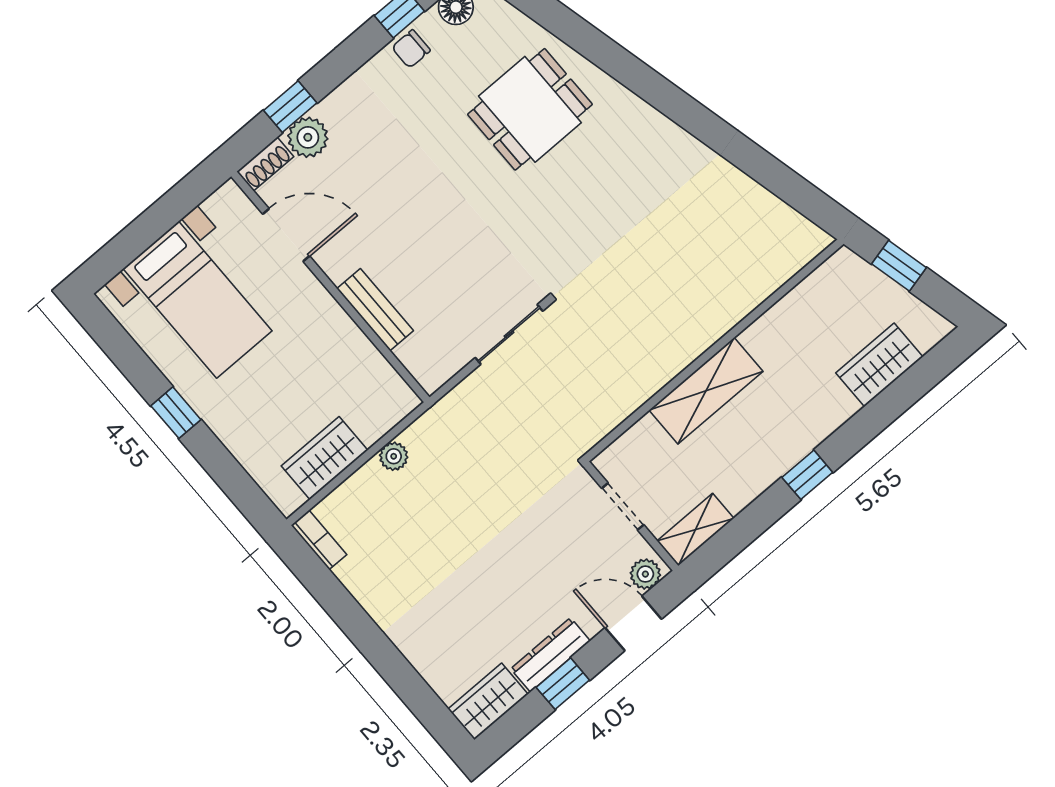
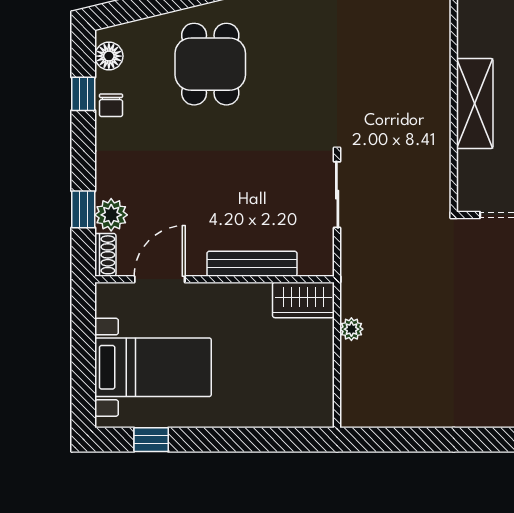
bench: (375, 310) -> (252, 264), width x1.36
window: (176, 413) -> (151, 440), moved
wardrobe: (324, 458) -> (303, 300), moved, turned -90
bookcase: (319, 540) -> (364, 419), removed

